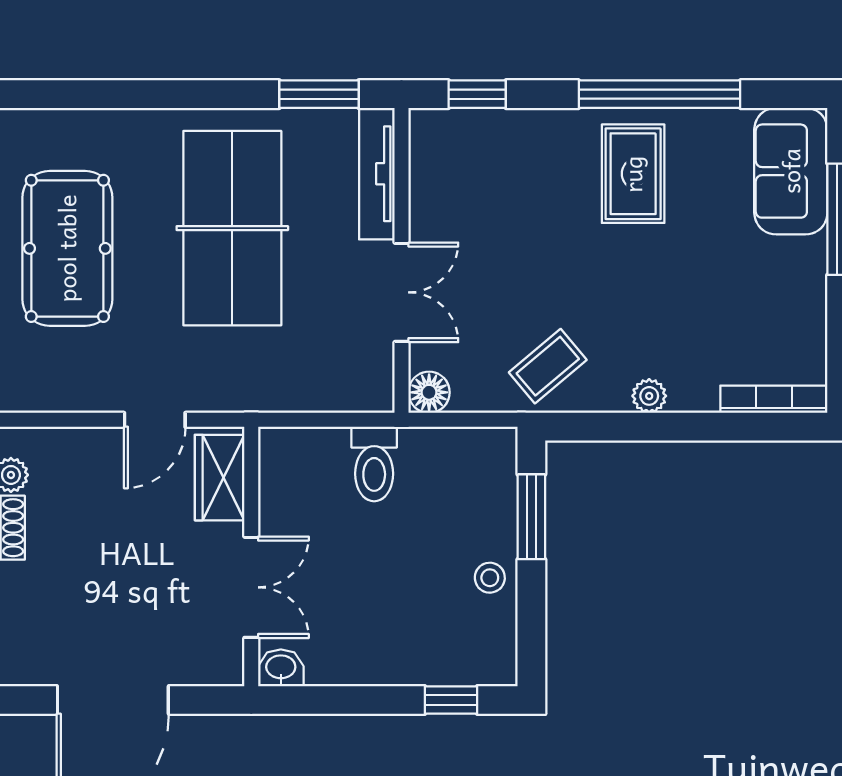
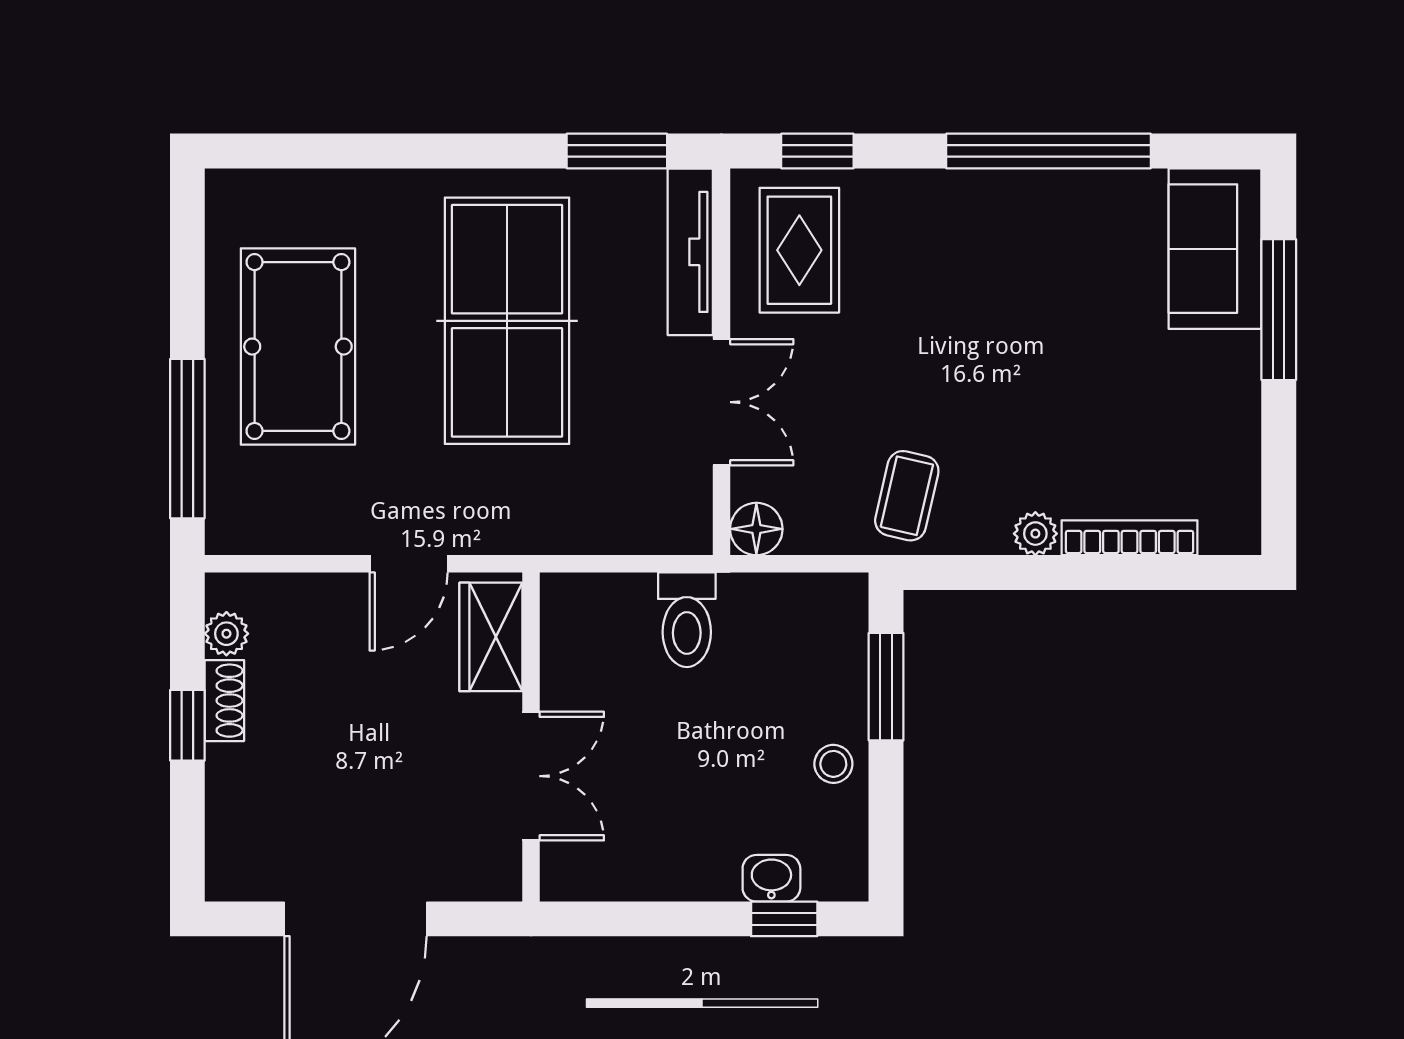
rug: (633, 174) -> (799, 250), moved
coffee table: (548, 366) -> (907, 496), turned -37
bookcase: (774, 399) -> (1130, 538), moved
washbasin: (281, 668) -> (771, 878), moved

